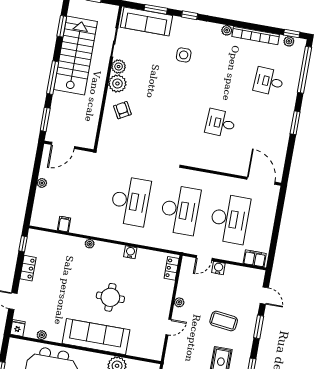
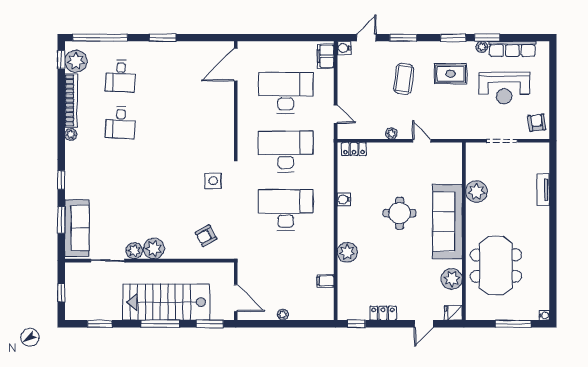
plant: (289, 41) -> (76, 61), width x1.87, depth x1.87
stairs: (76, 55) -> (166, 302), moved
side table: (184, 55) -> (213, 181), moved
armchair: (122, 110) -> (206, 236), moved
desk: (220, 123) -> (121, 123), moved
plant: (90, 244) -> (347, 252), width x1.87, depth x1.87
water cooler: (218, 268) -> (344, 48), moved
plant: (42, 335) -> (452, 279), width x1.88, depth x1.88

